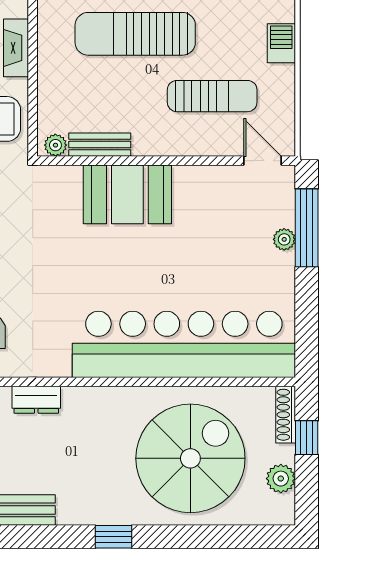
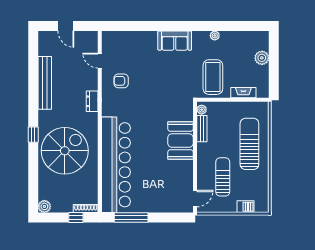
sun lounger: (212, 96) -> (223, 177), turned 180
window: (307, 228) -> (131, 218), moved
plant: (284, 239) -> (161, 208), removed
spiral stairs: (190, 458) -> (65, 151), moved, turned -90
plant: (281, 479) -> (44, 206), moved

